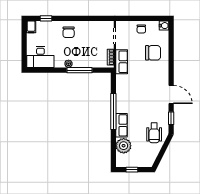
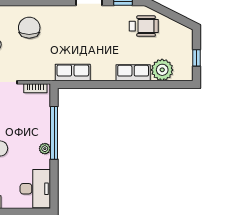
row of seats: (122, 62) -> (73, 72), moved
window: (80, 70) -> (54, 133), width x1.46
window: (113, 112) -> (113, 84), removed

